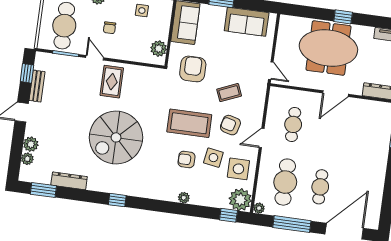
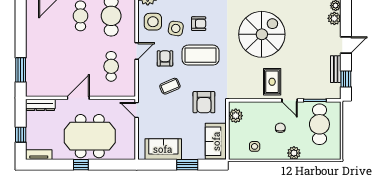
armchair: (230, 125) -> (165, 58), turned -105

